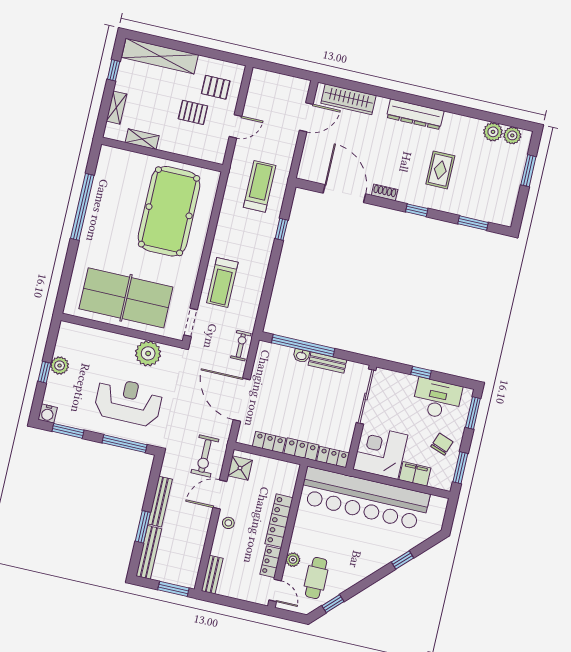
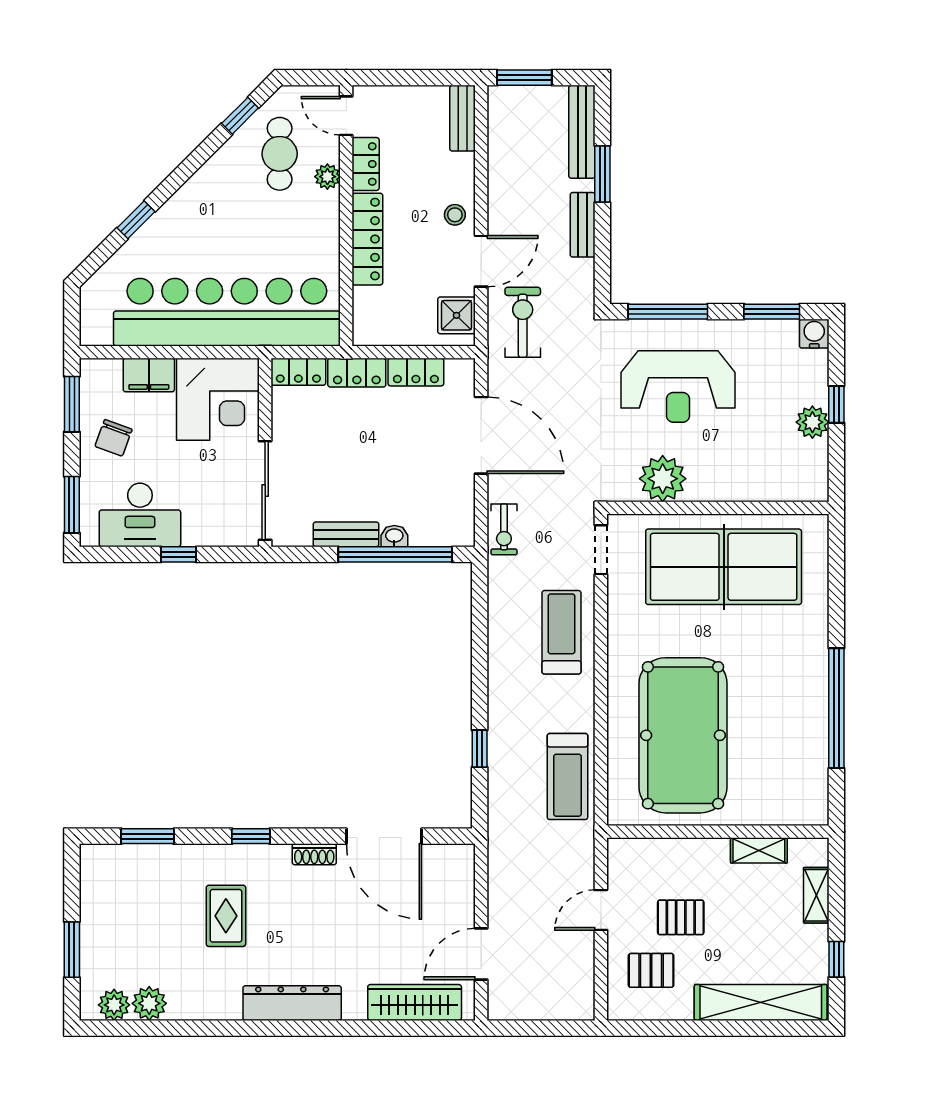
treadmill: (260, 186) -> (567, 777), moved
bench: (160, 502) -> (583, 225), width x0.73

